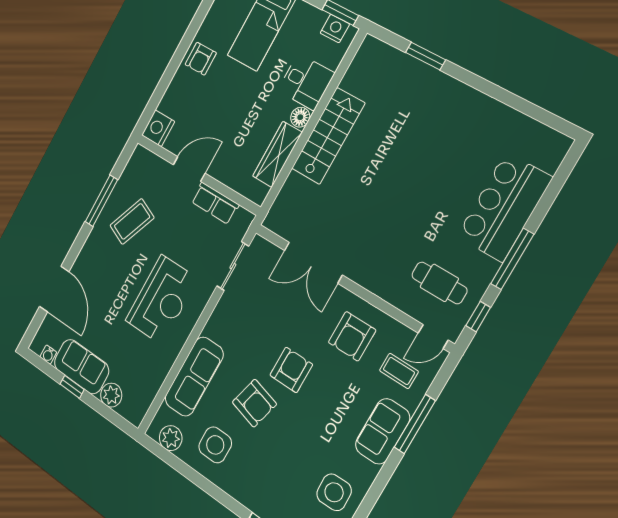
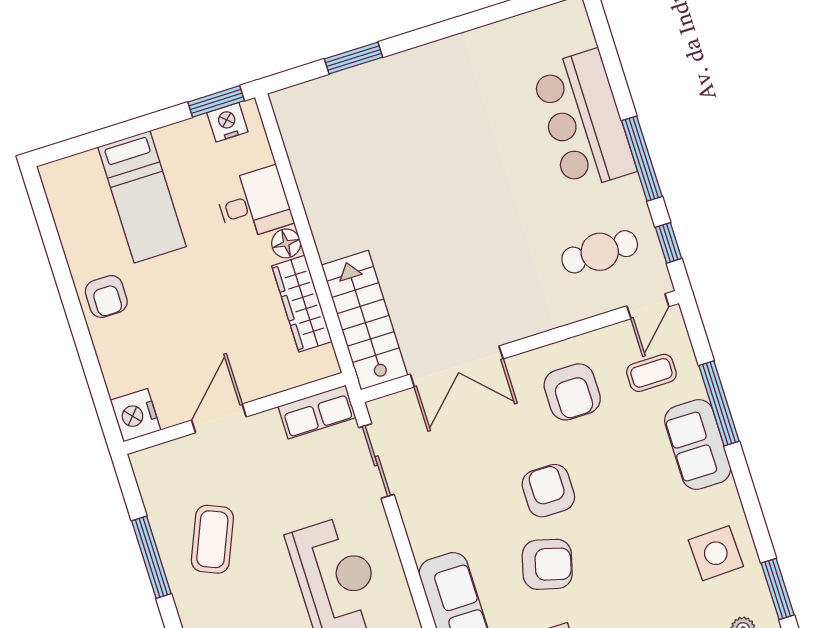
stairs: (328, 136) -> (365, 320), moved
row of seats: (215, 203) -> (317, 412), moved

